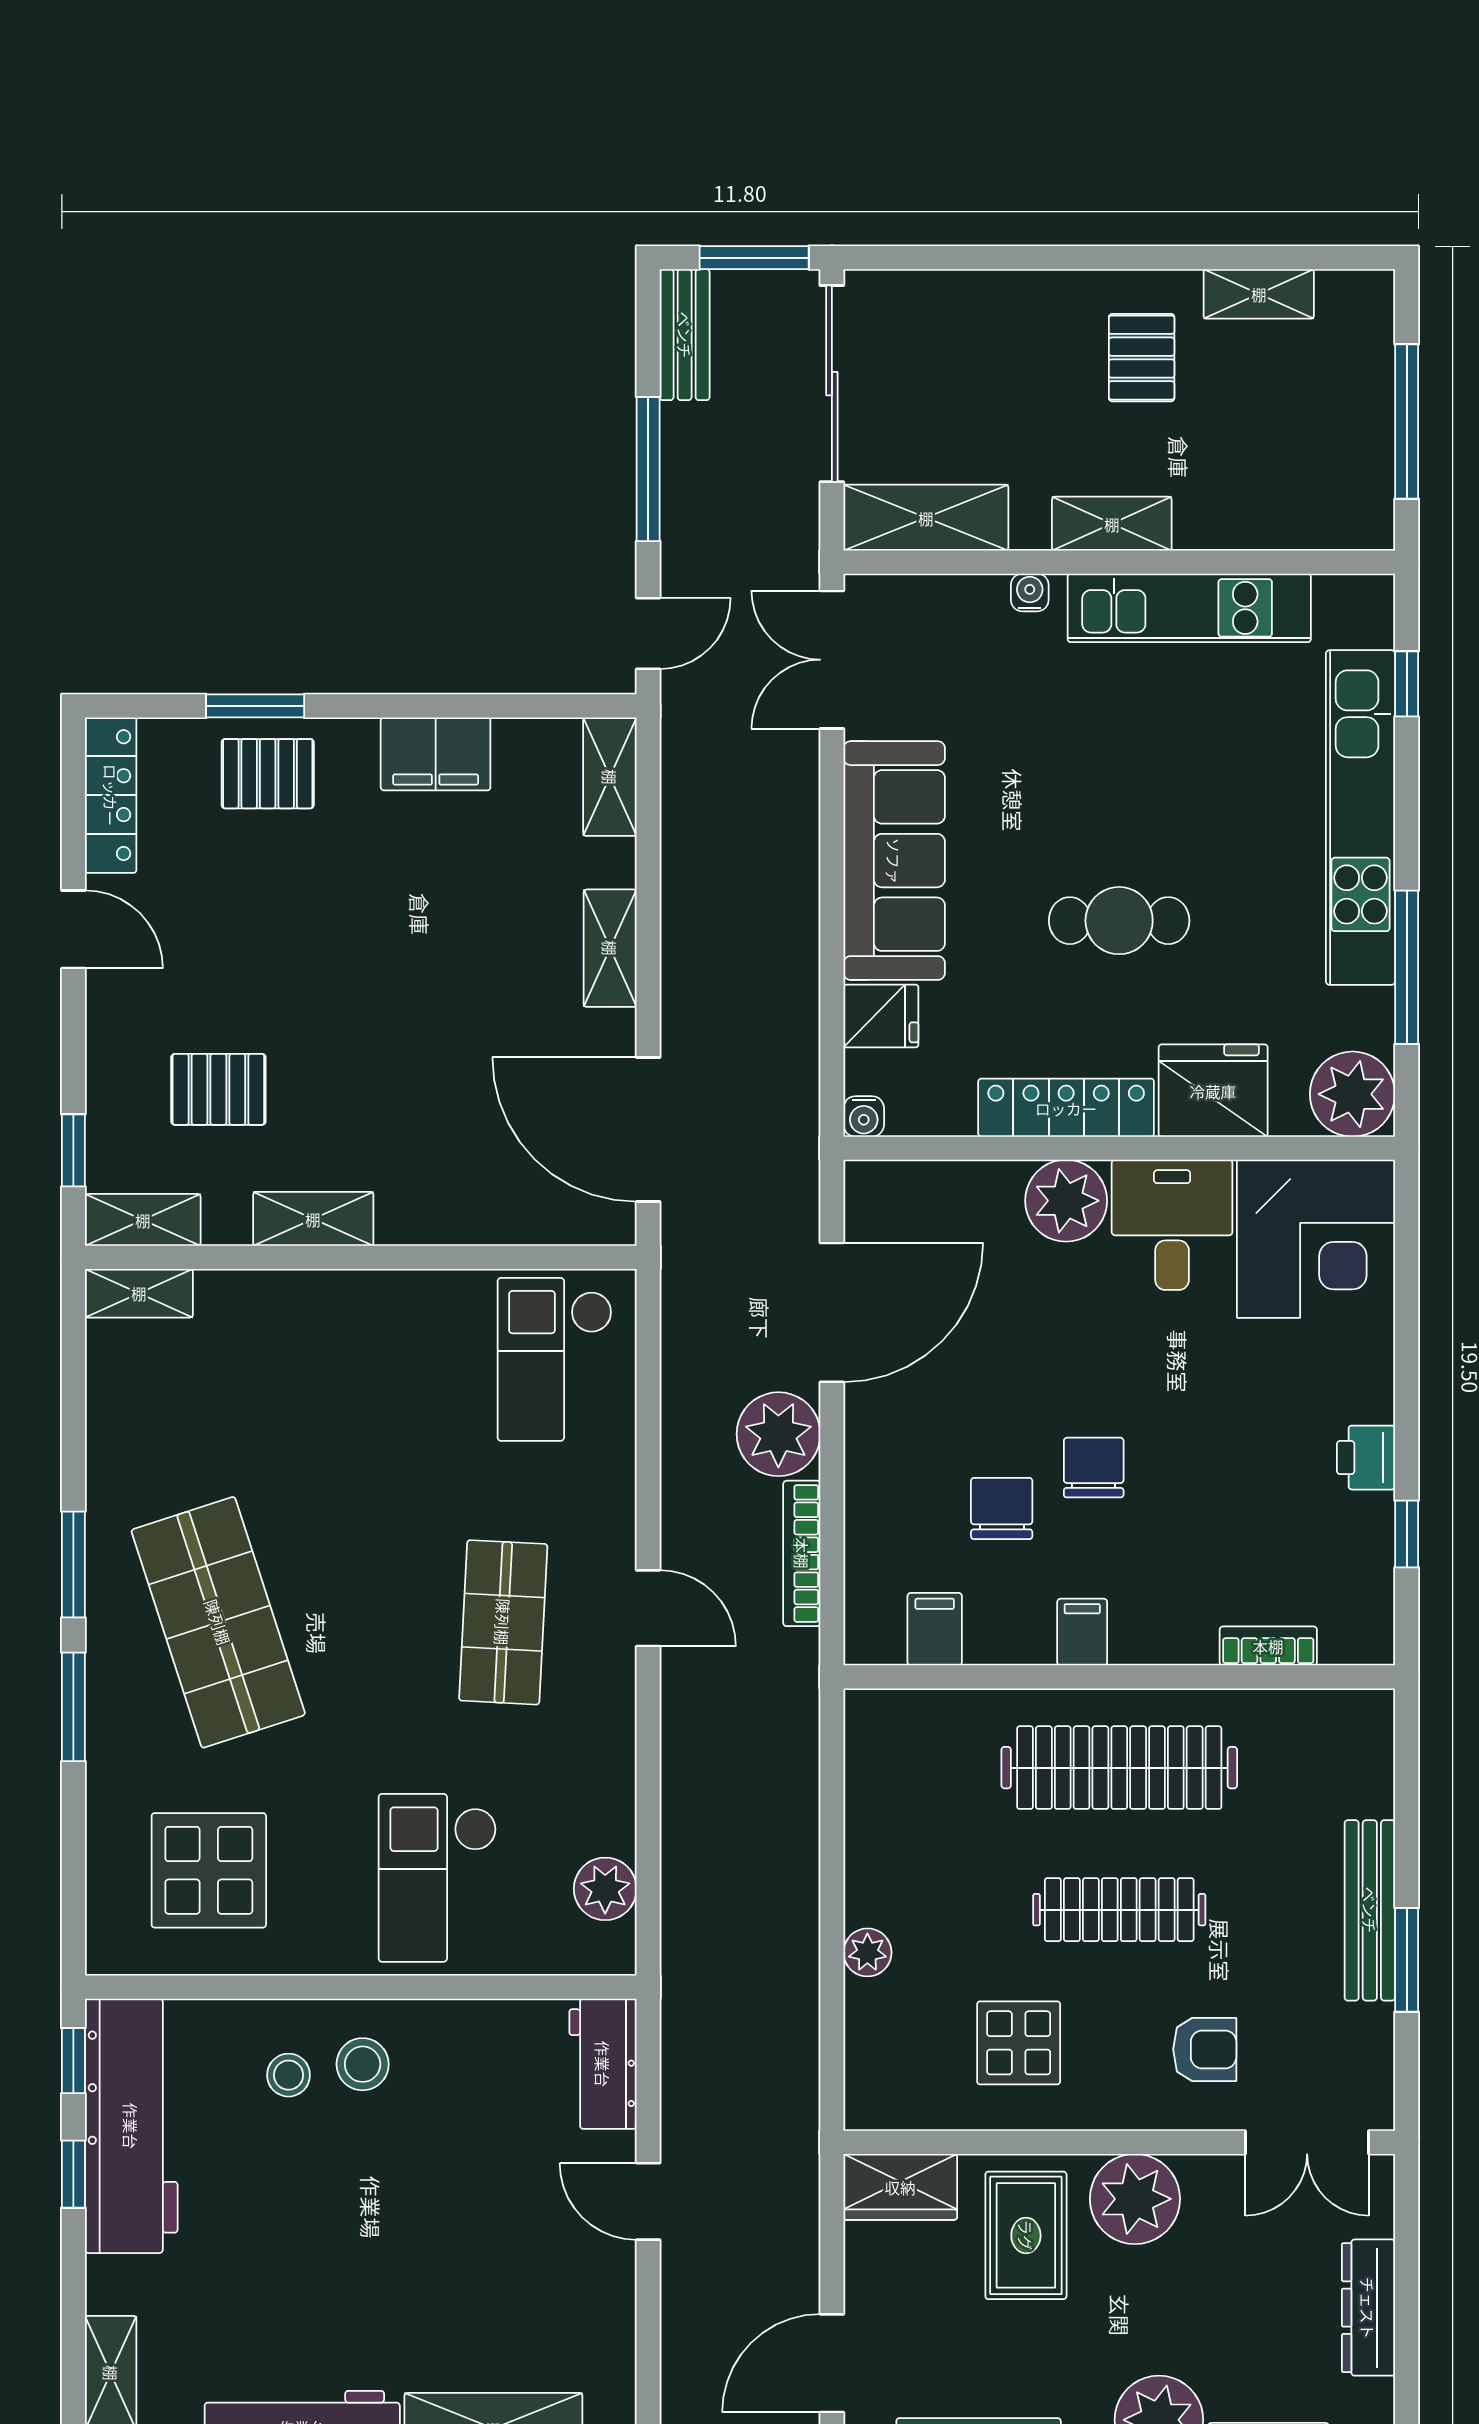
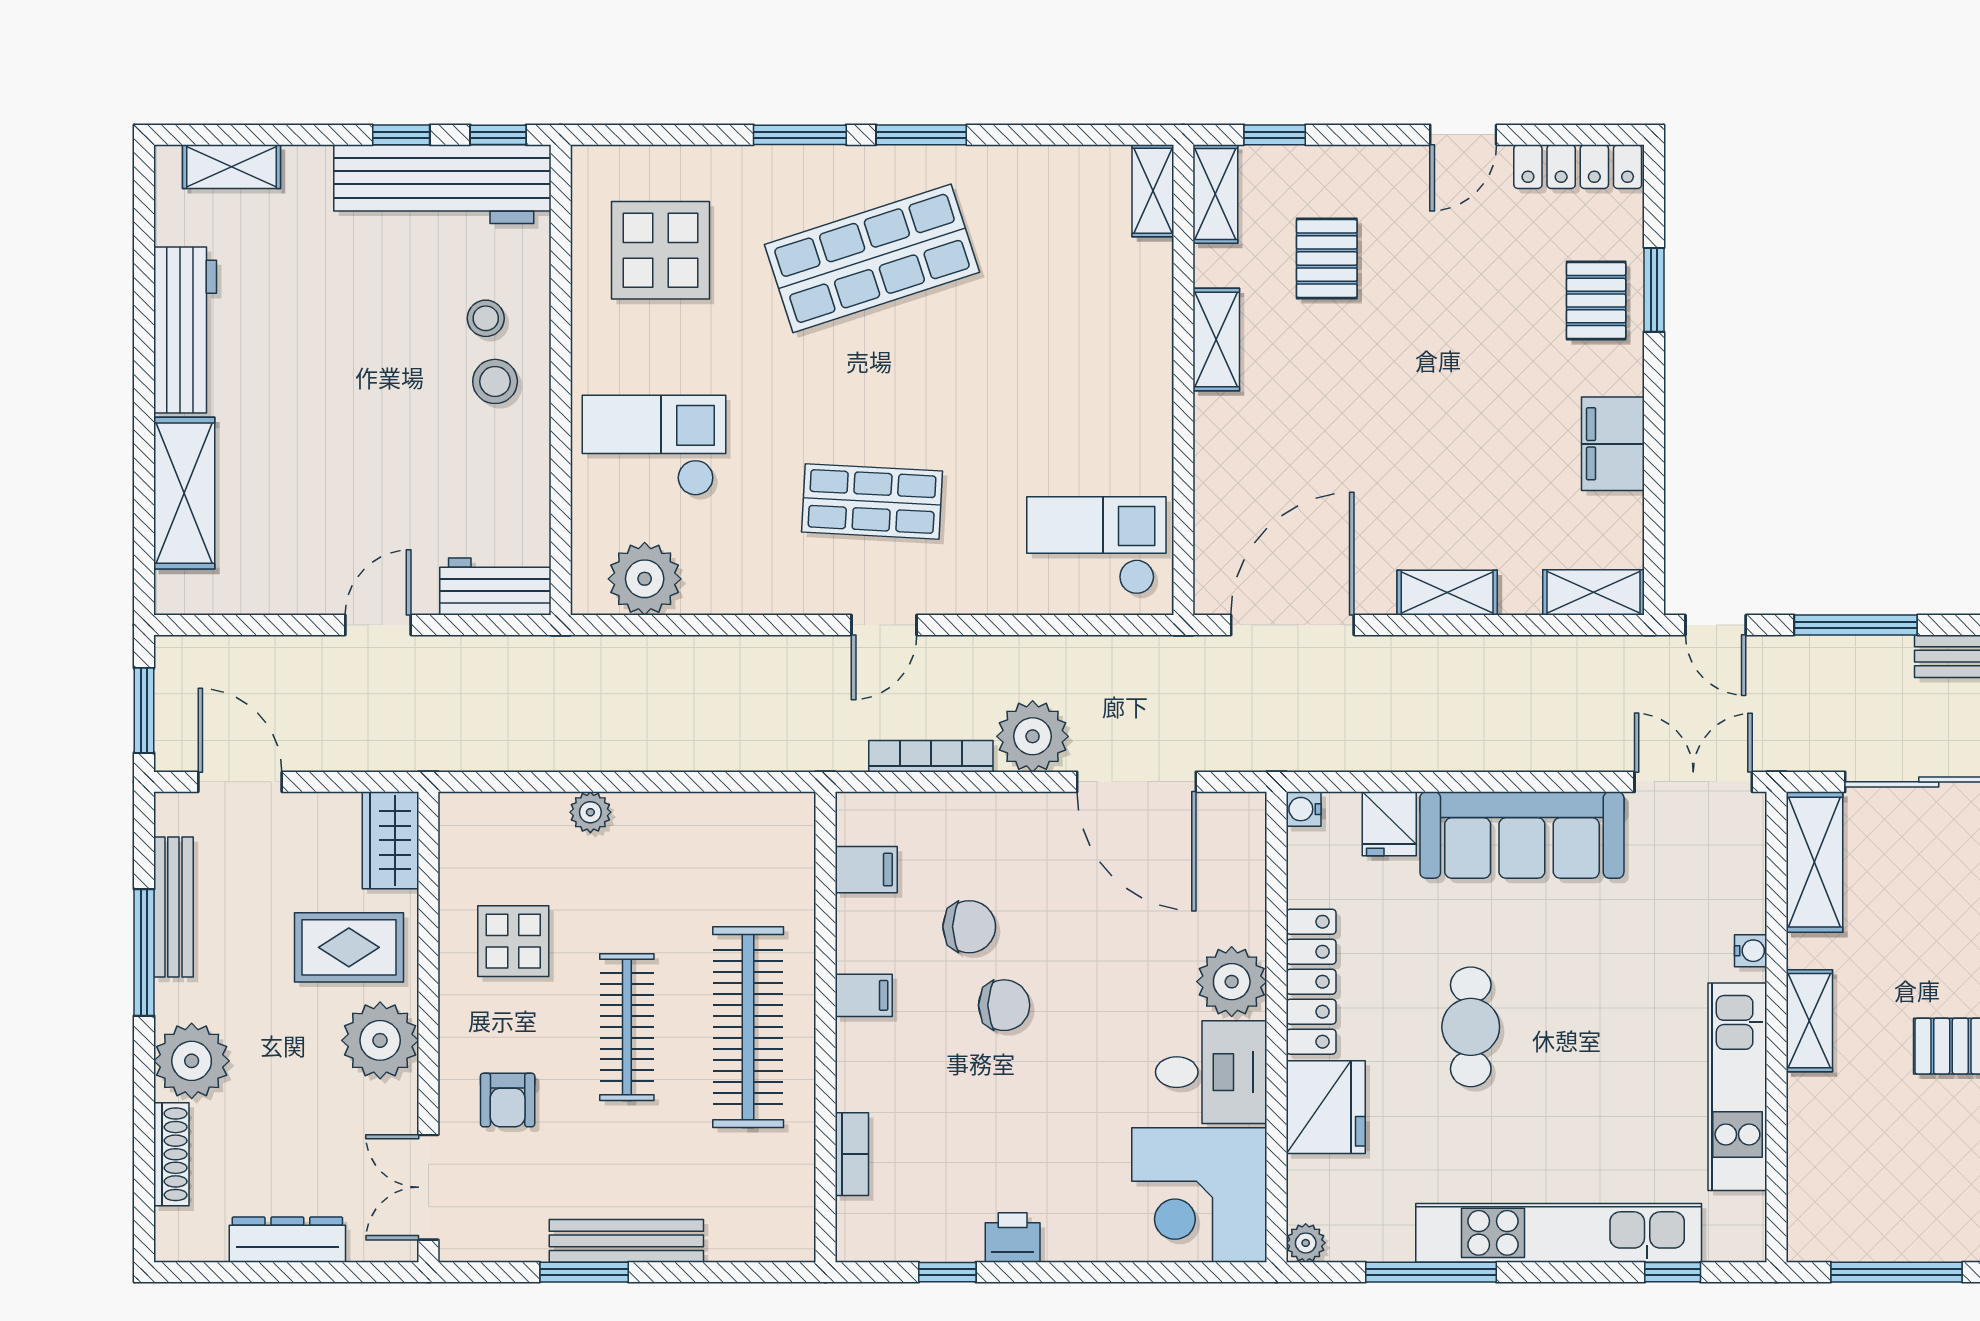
plant: (1352, 1094) -> (1306, 1243), width x0.53, depth x0.53
plant: (605, 1889) -> (645, 579), width x1.36, depth x1.36

